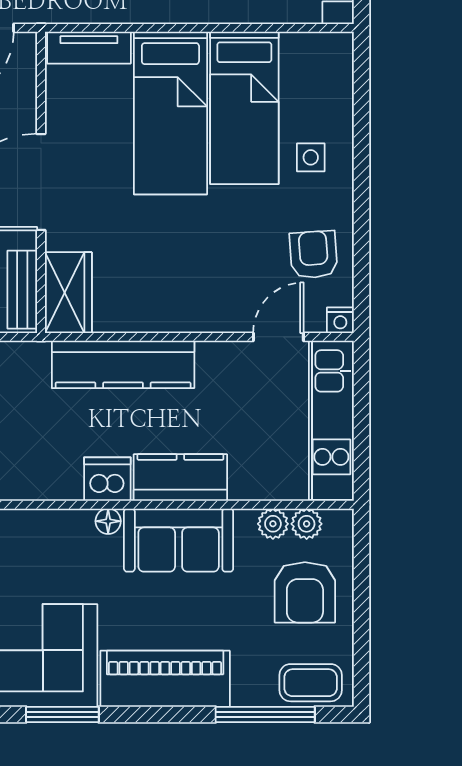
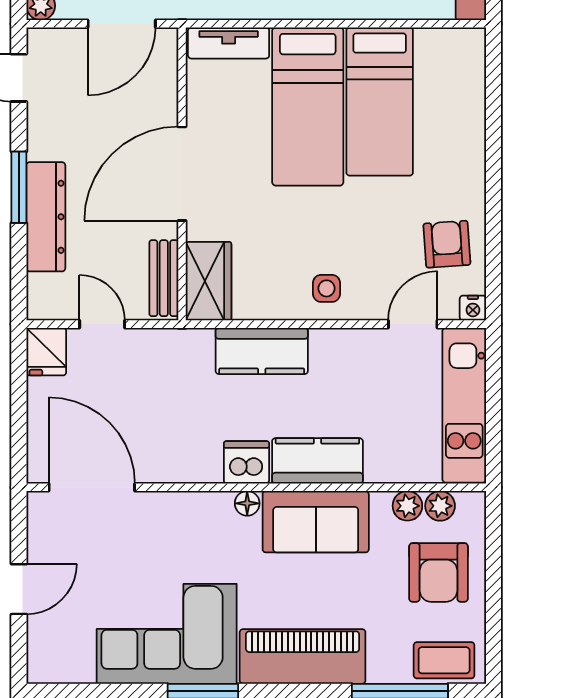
side table: (311, 157) -> (327, 288), moved
kitchen counter: (123, 364) -> (262, 351), width x0.67

